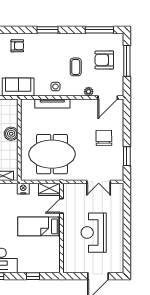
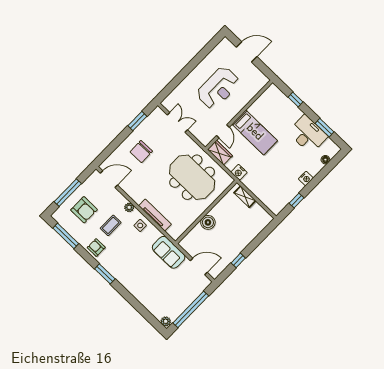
armchair: (17, 46) -> (96, 248), moved
plant: (89, 92) -> (129, 207), moved
door: (62, 206) -> (223, 131), hinge flipped

